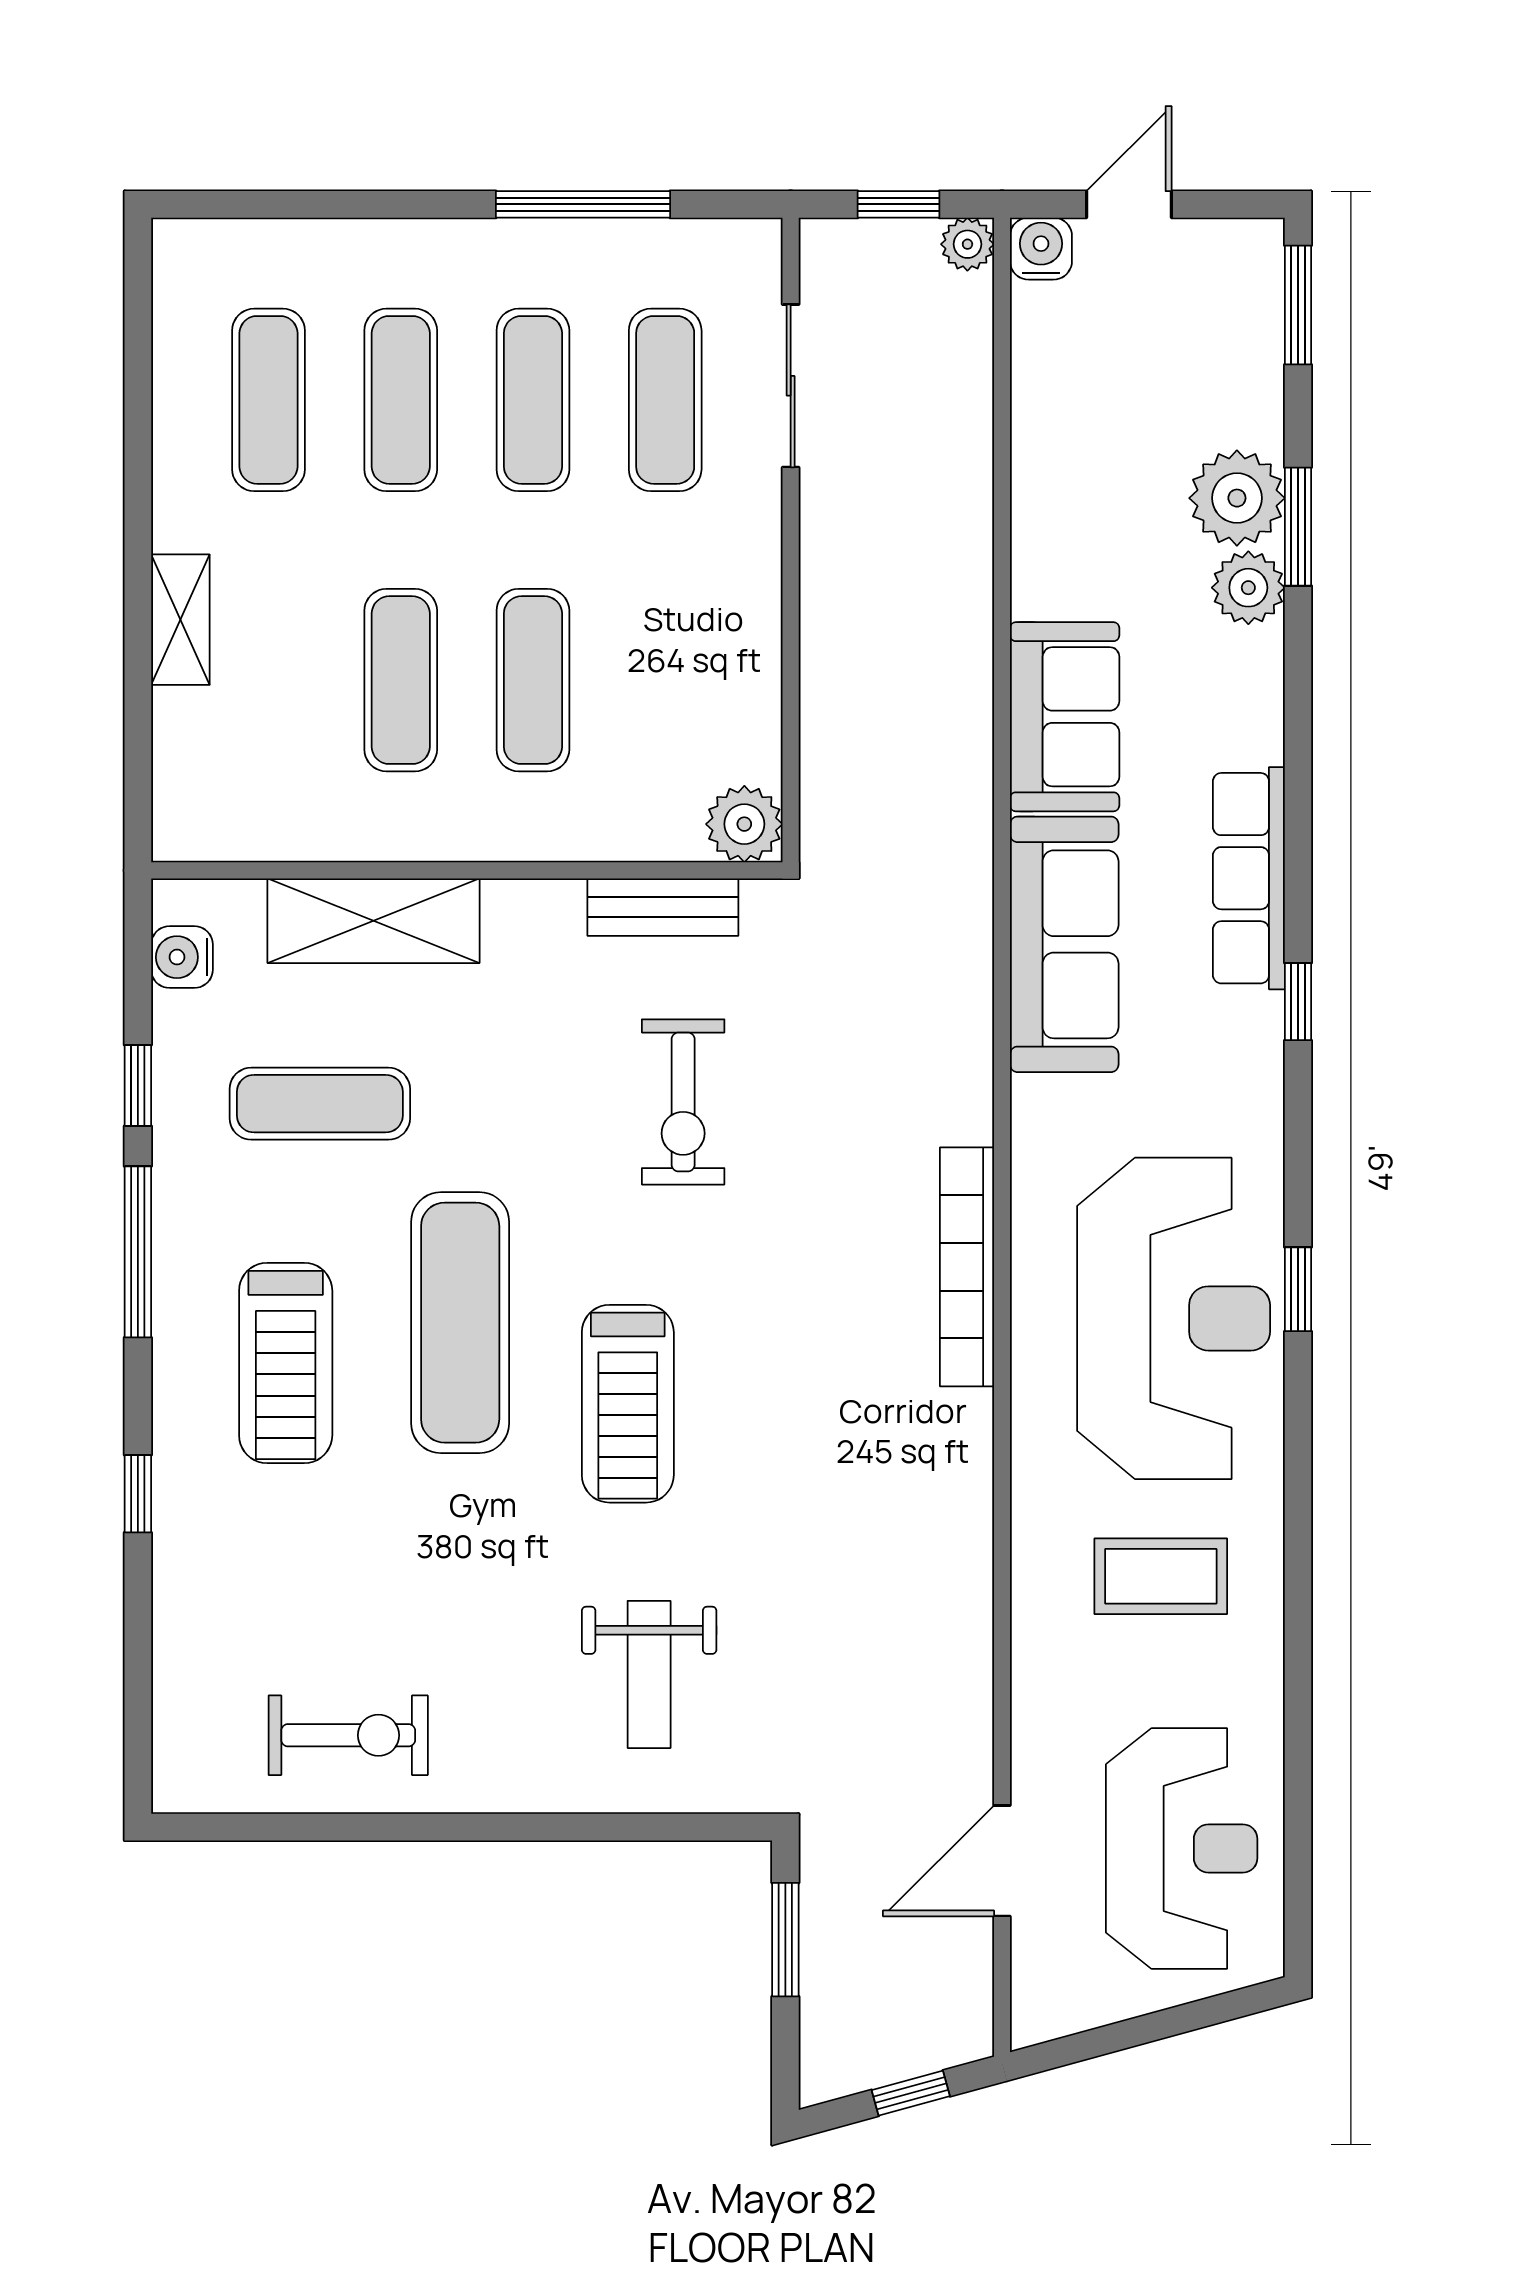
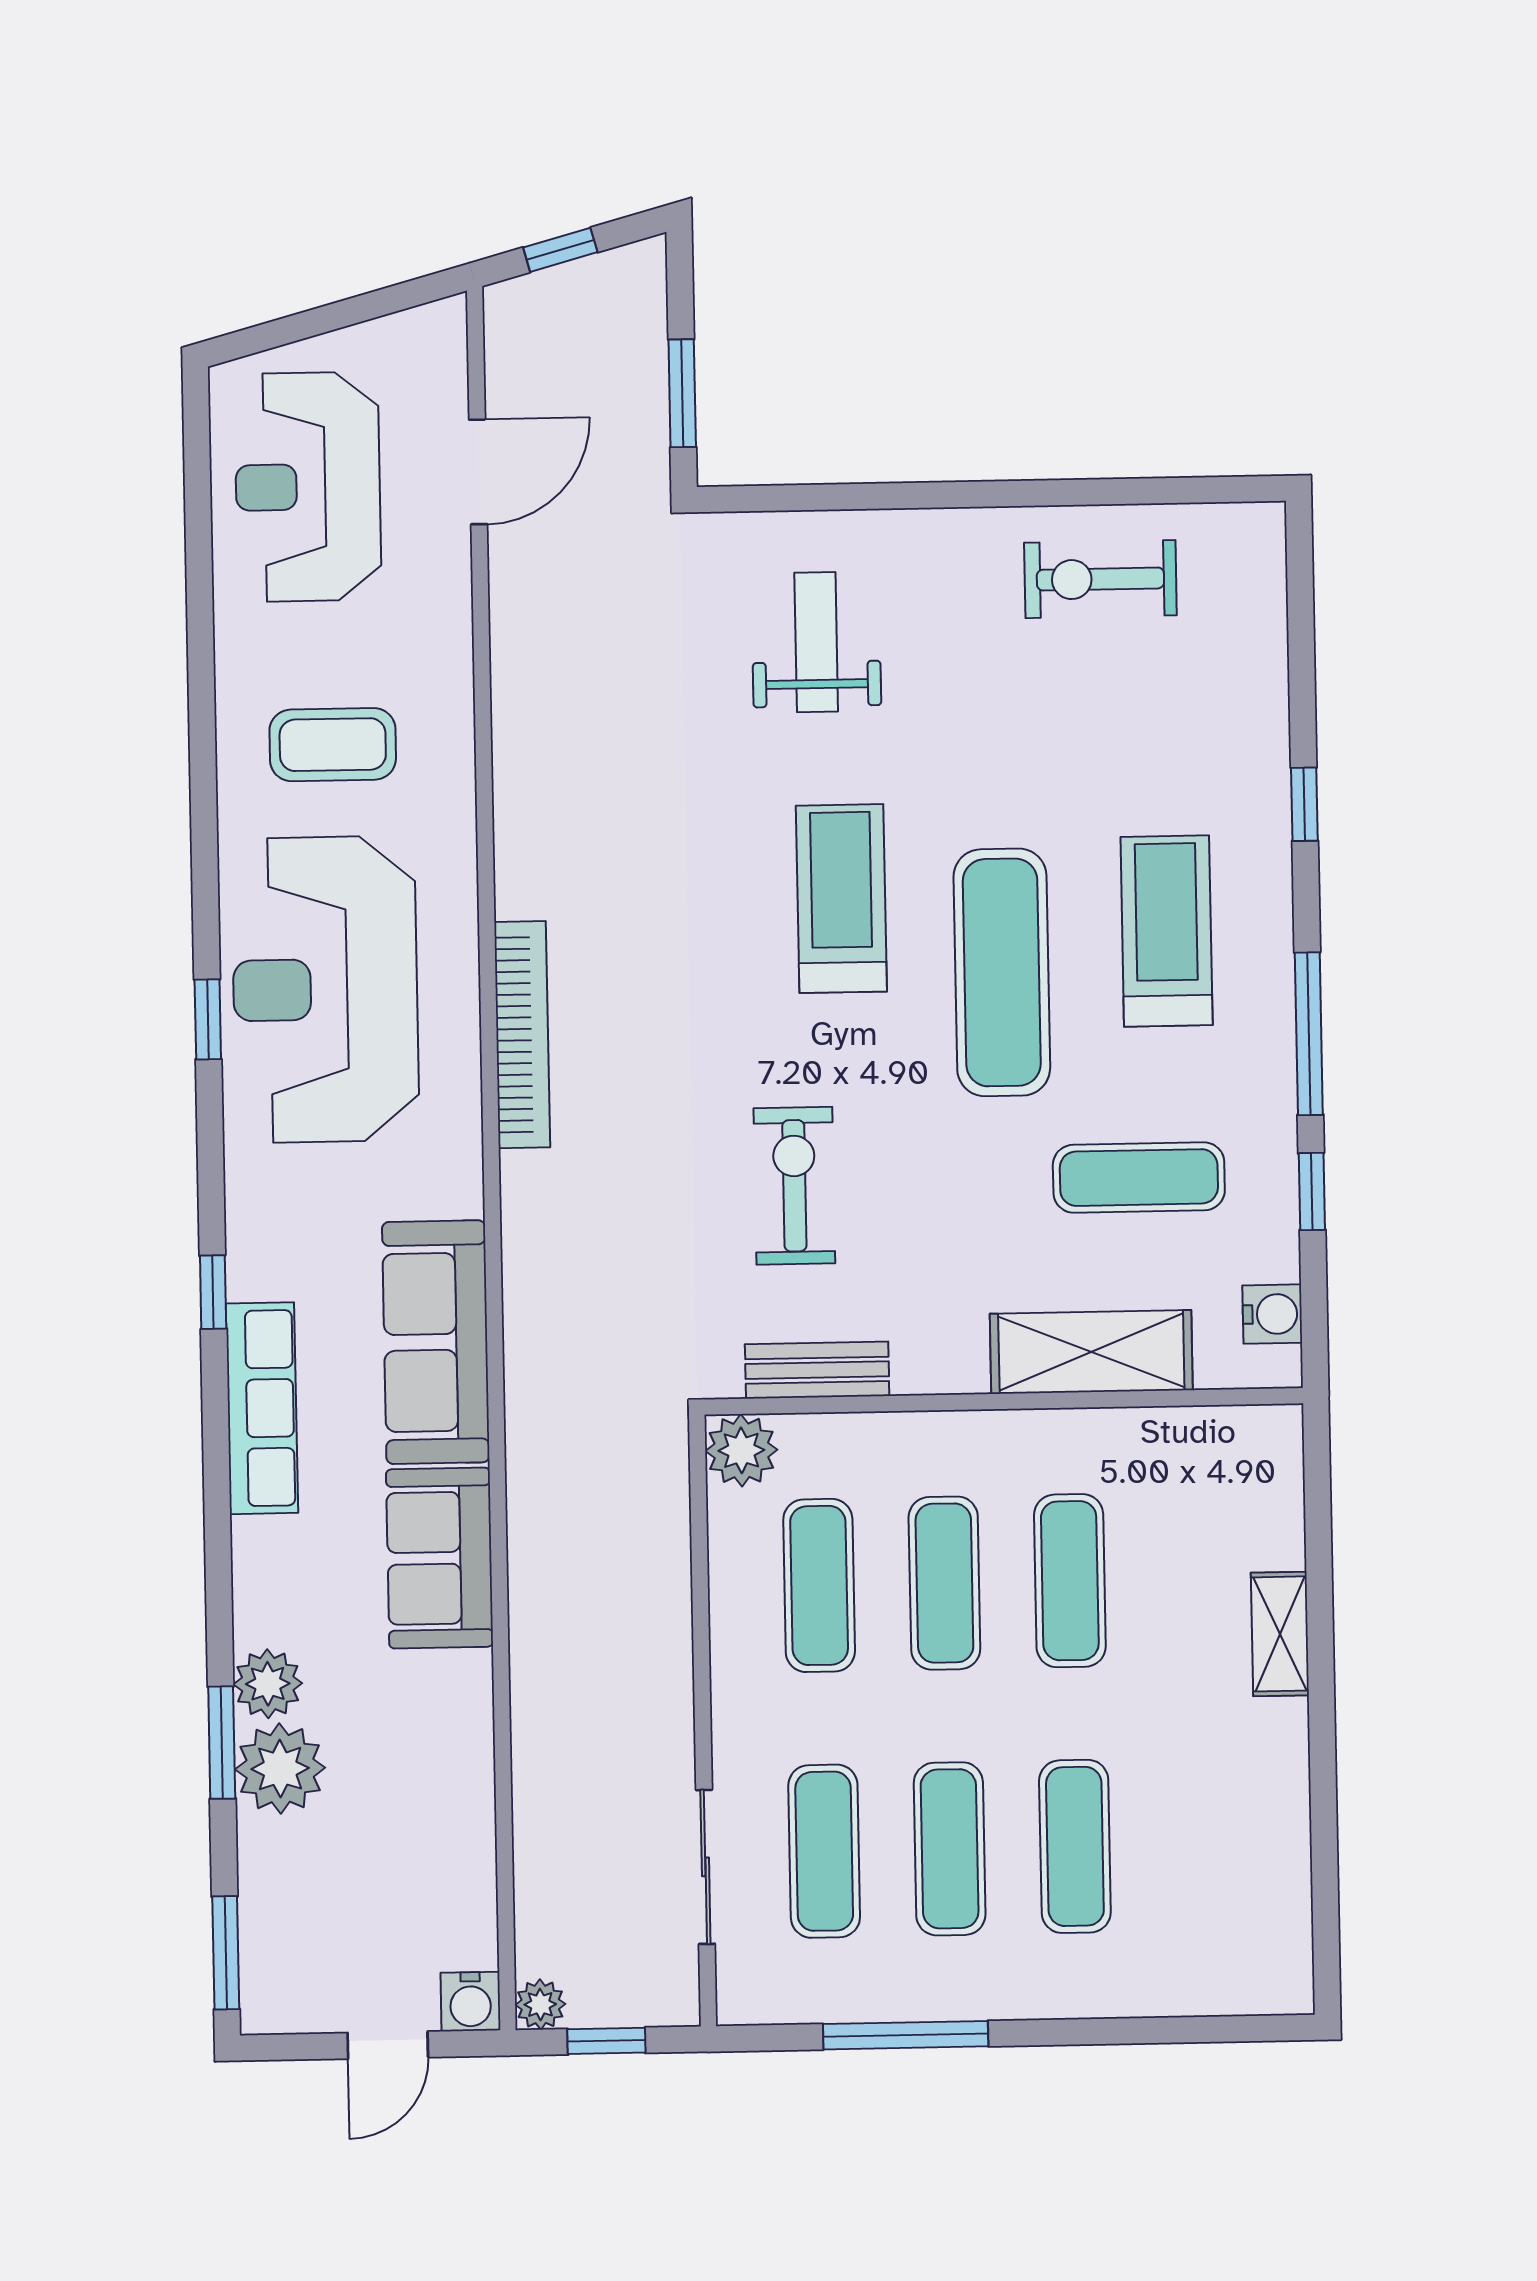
exercise mat: (268, 400) -> (819, 1585), moved

